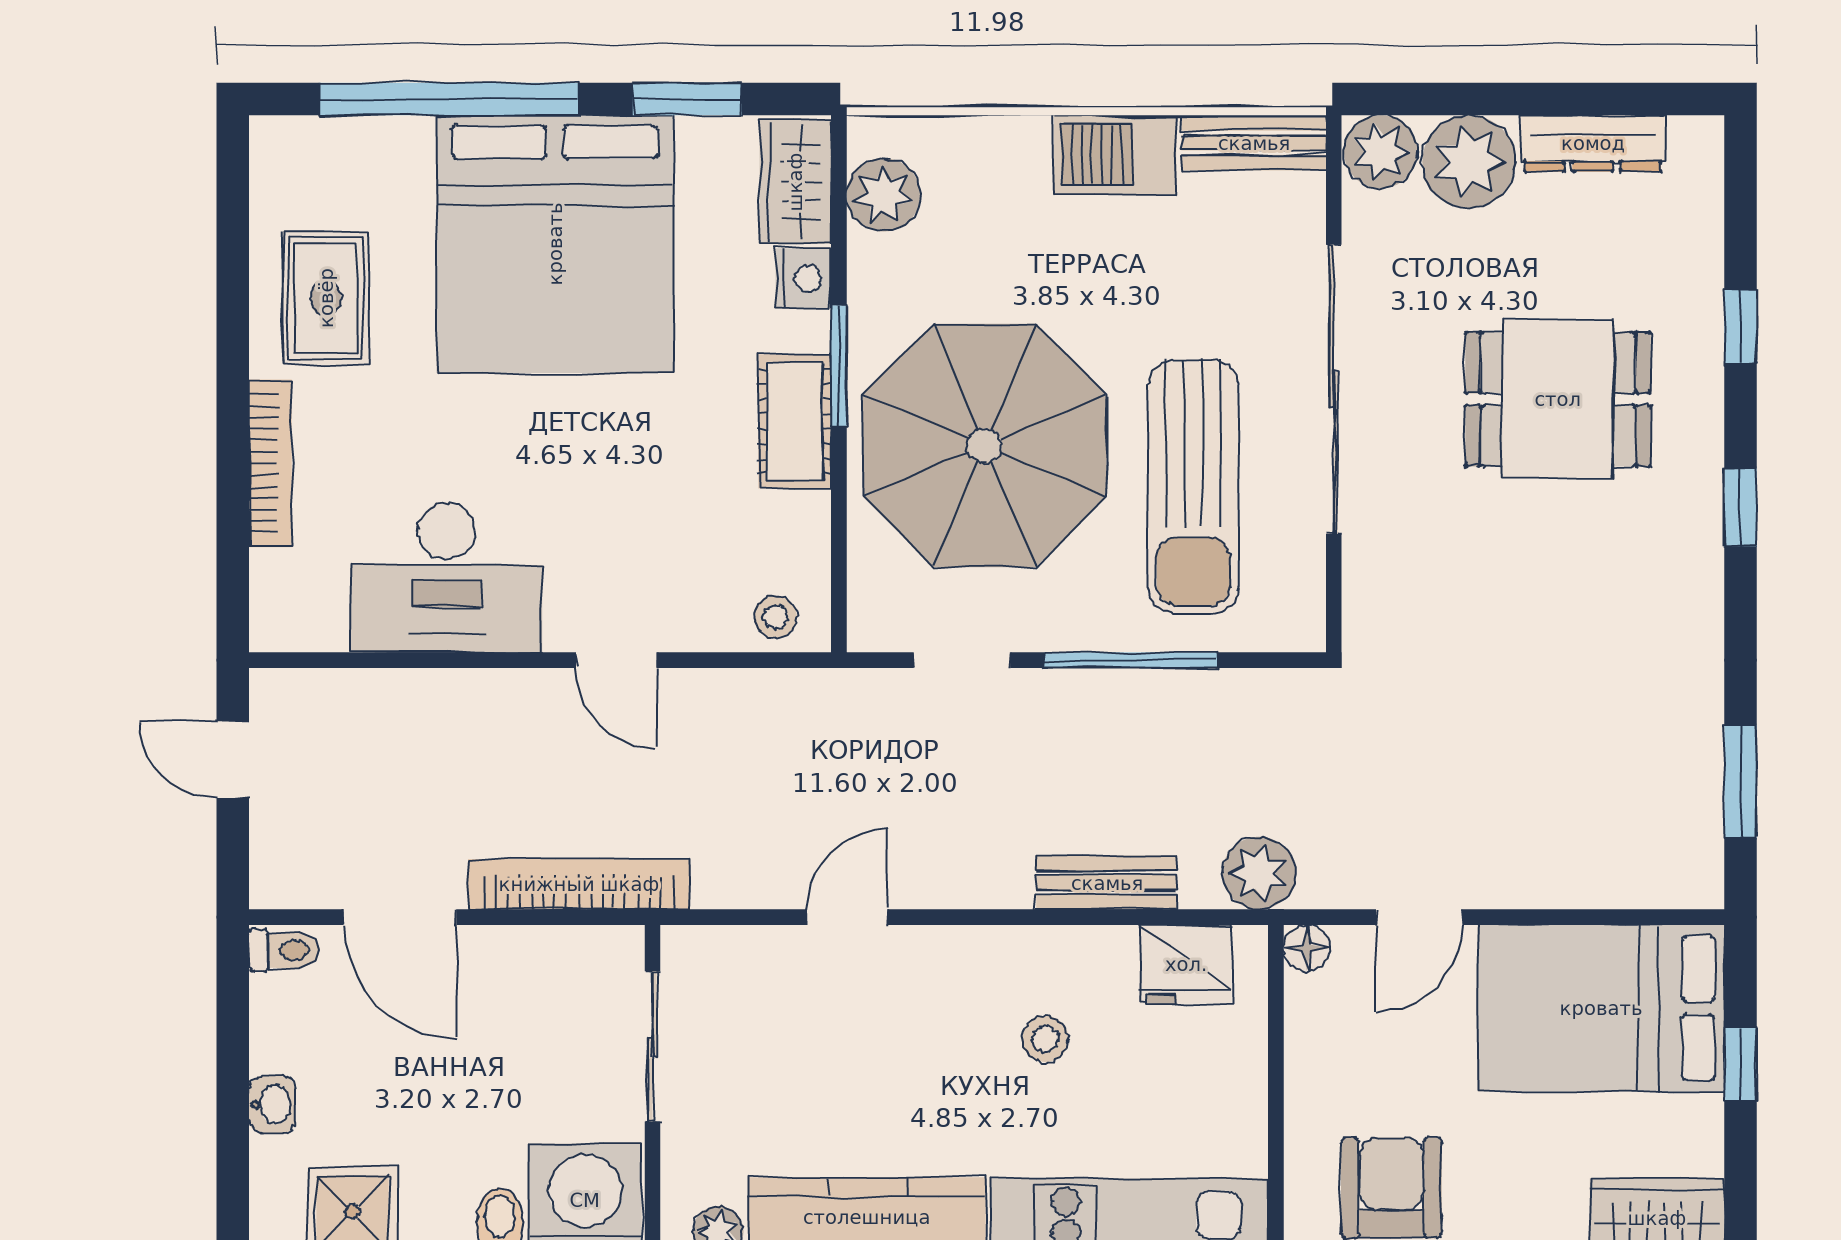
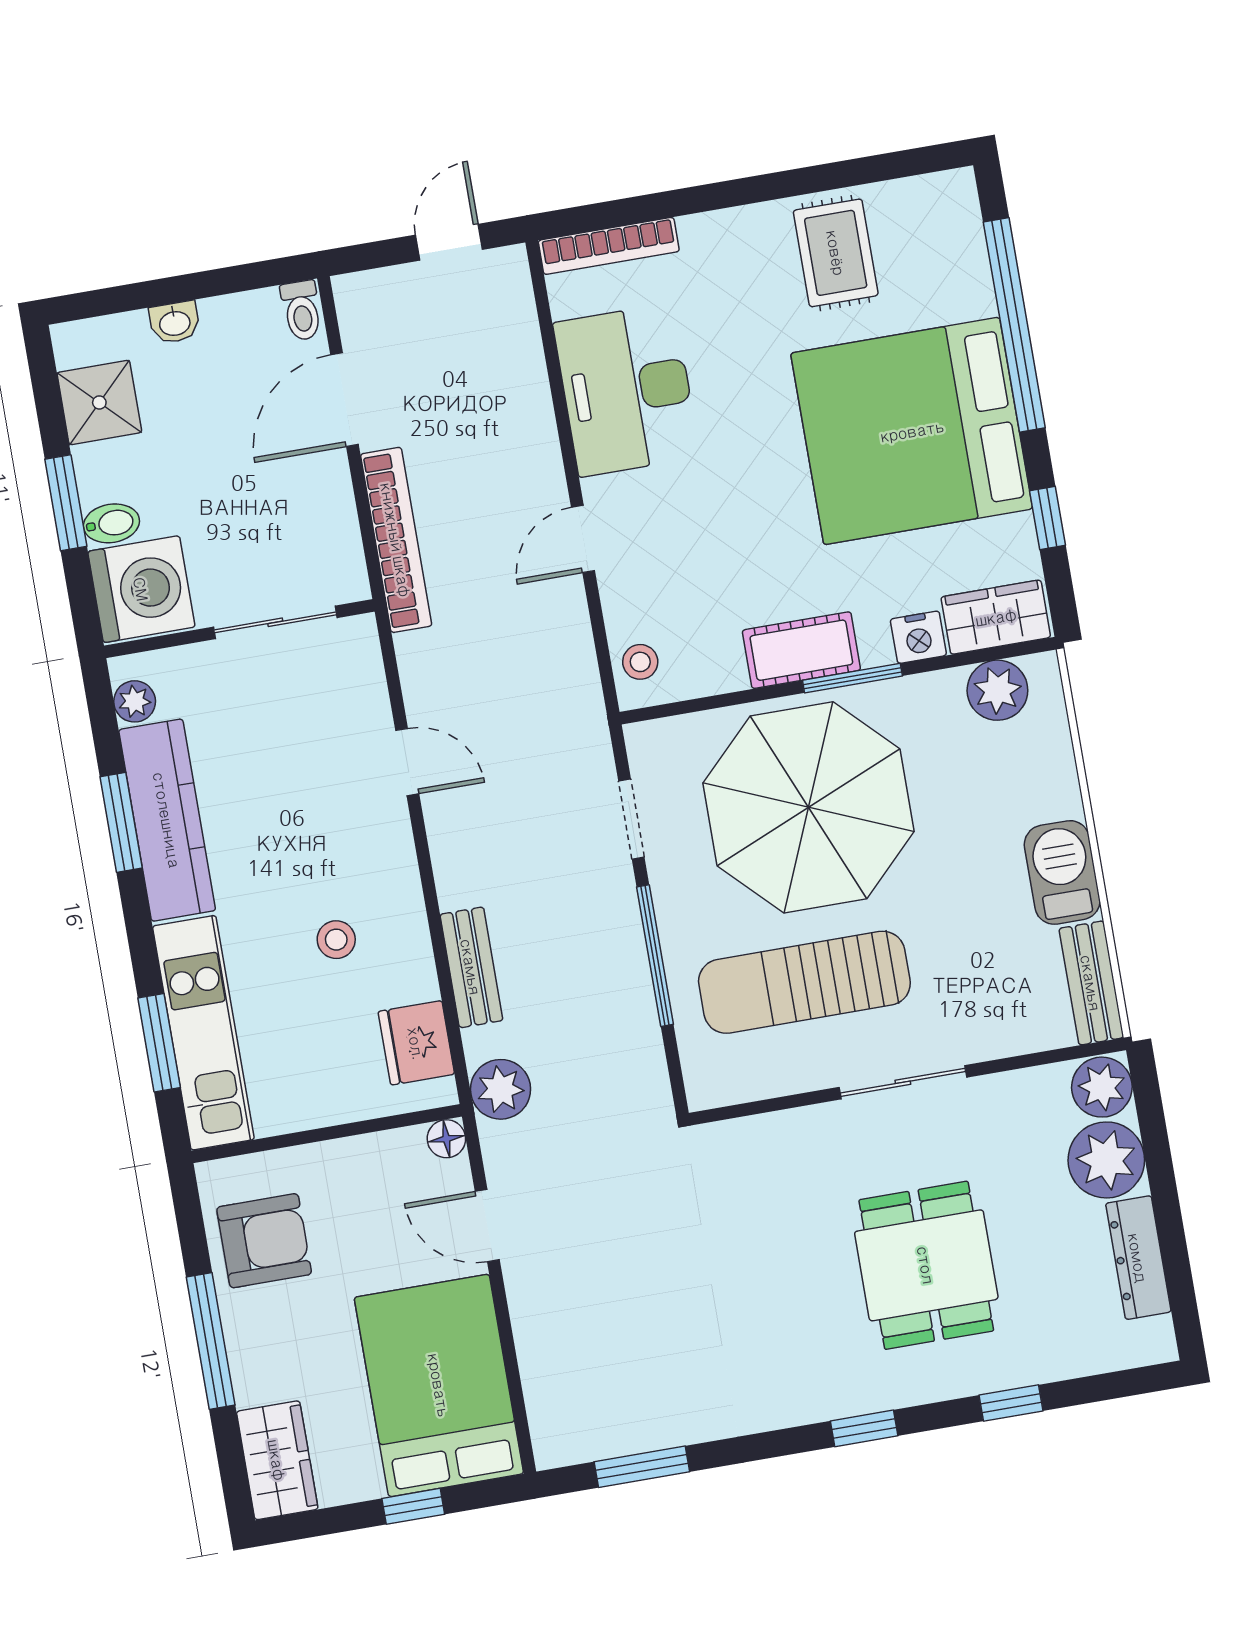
window: (687, 99) -> (1048, 518), width x0.67
rug: (326, 298) -> (836, 253), turned 90
sliding door: (1334, 389) -> (903, 1082), width x0.54
bookcase: (270, 463) -> (609, 246), moved

